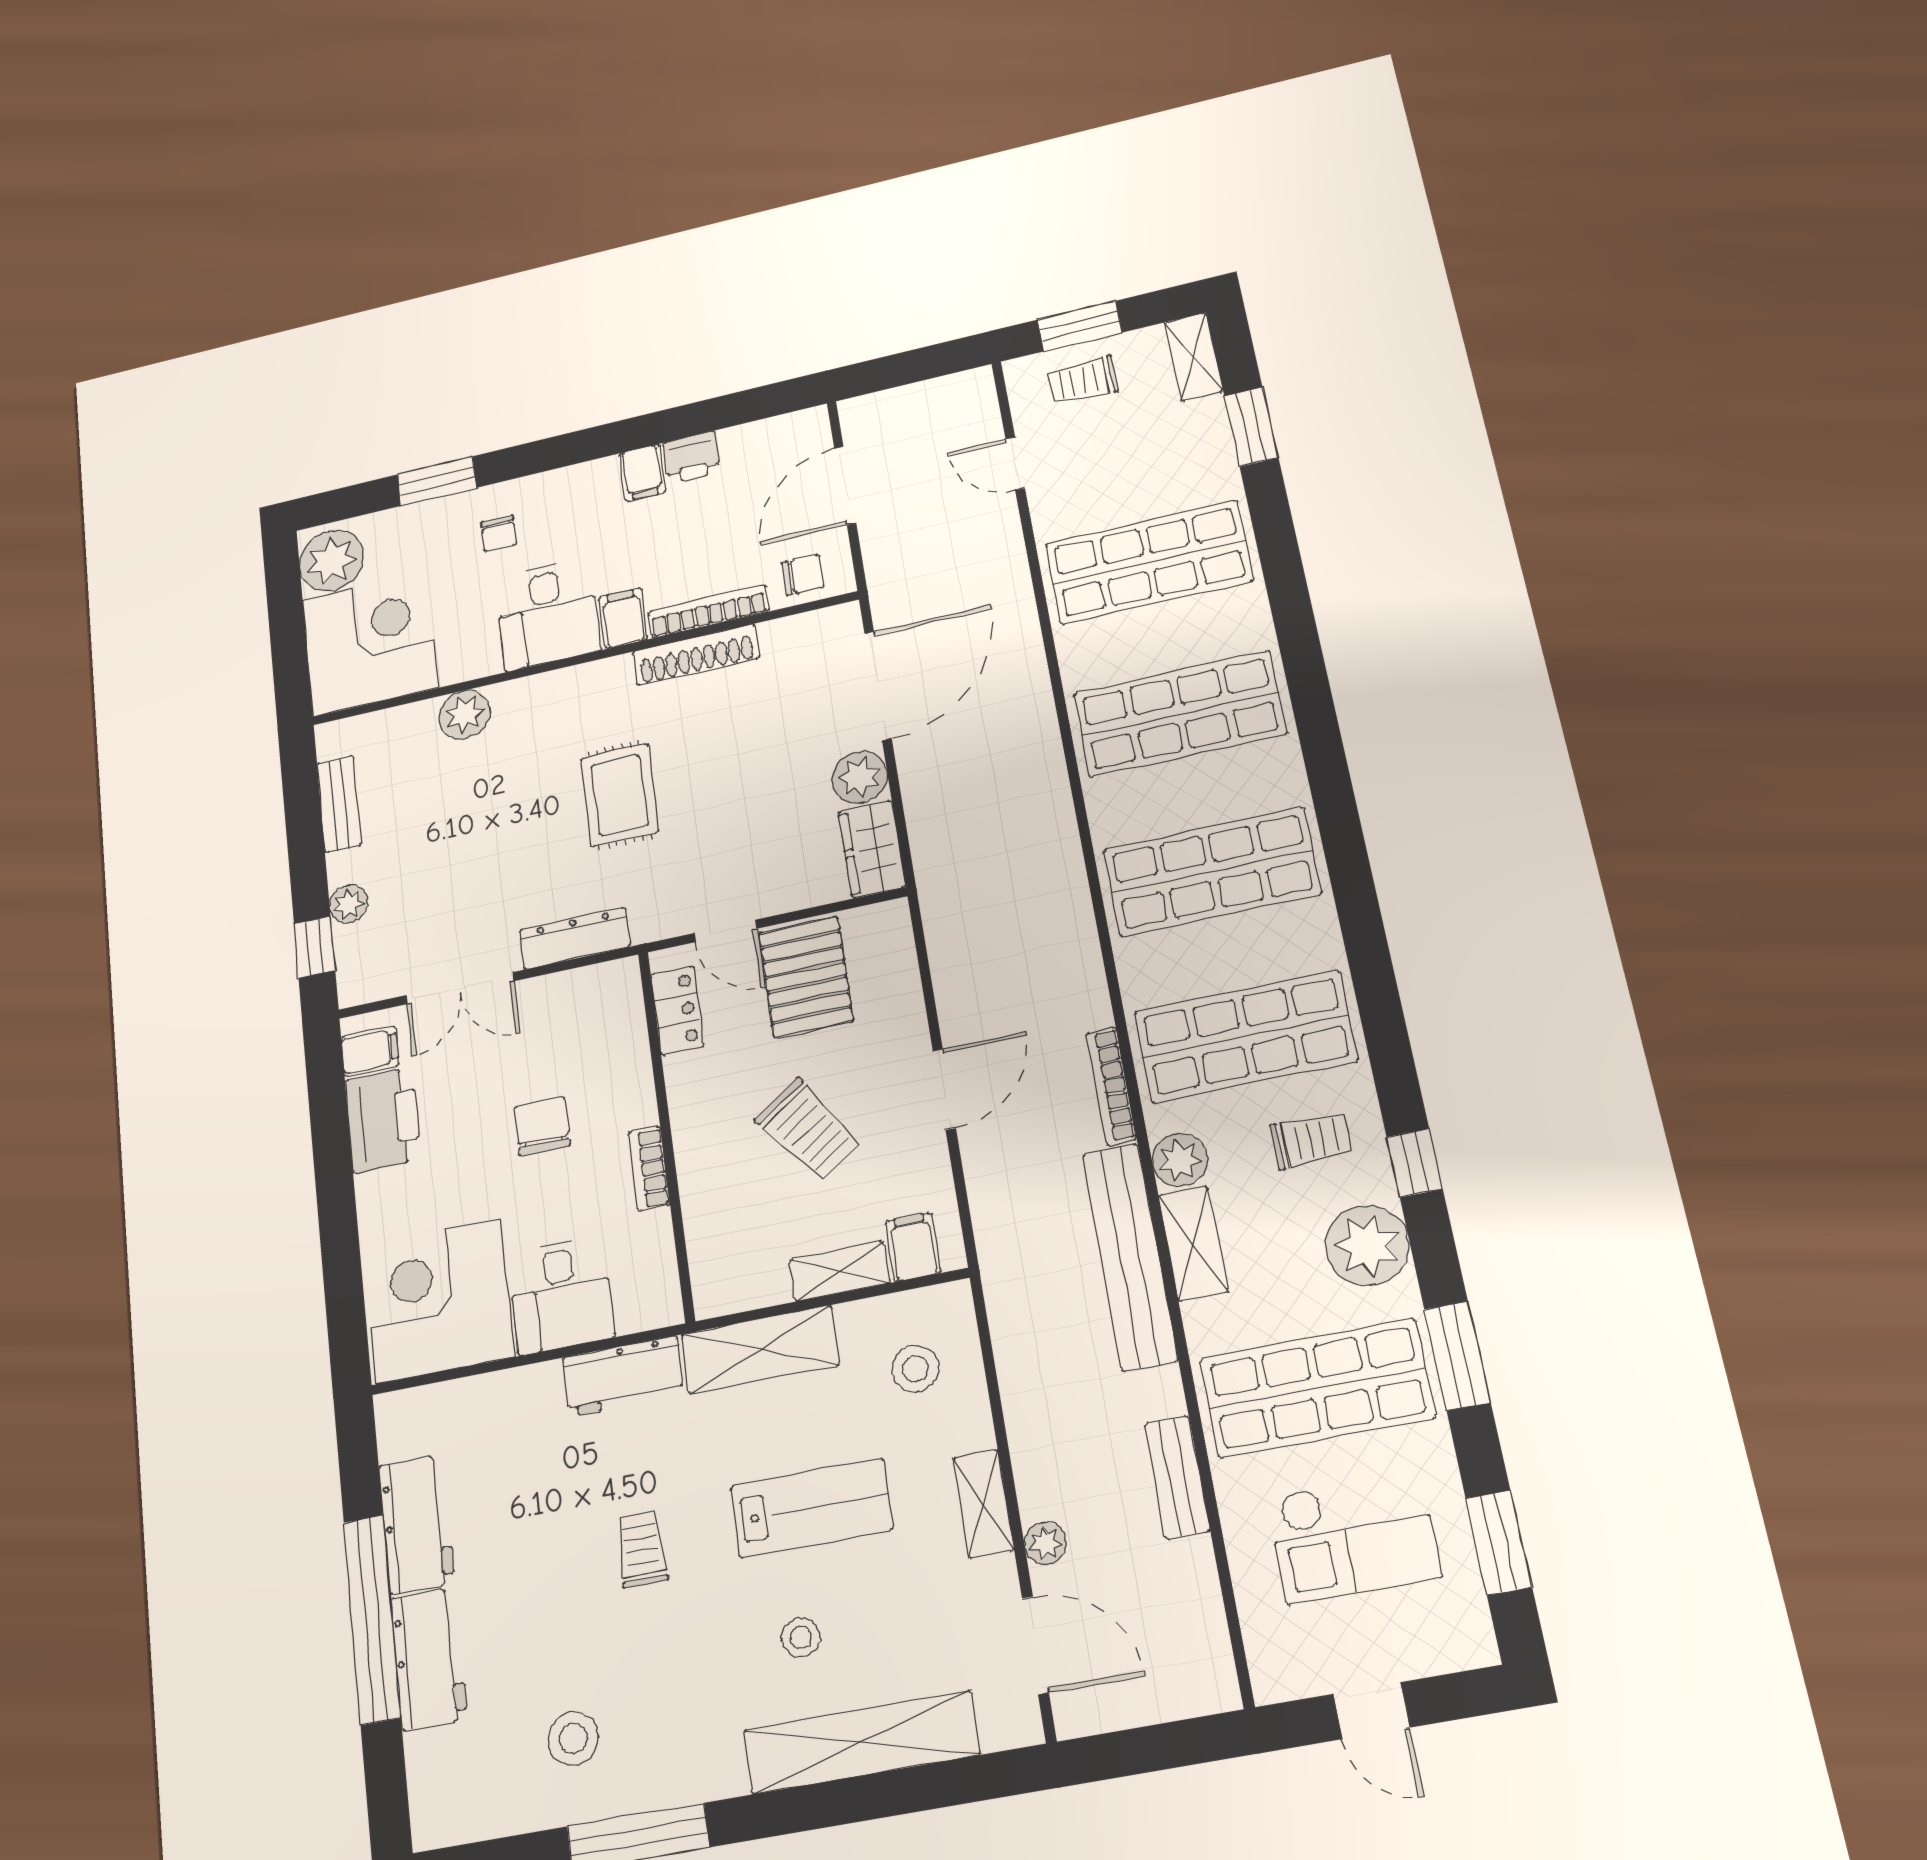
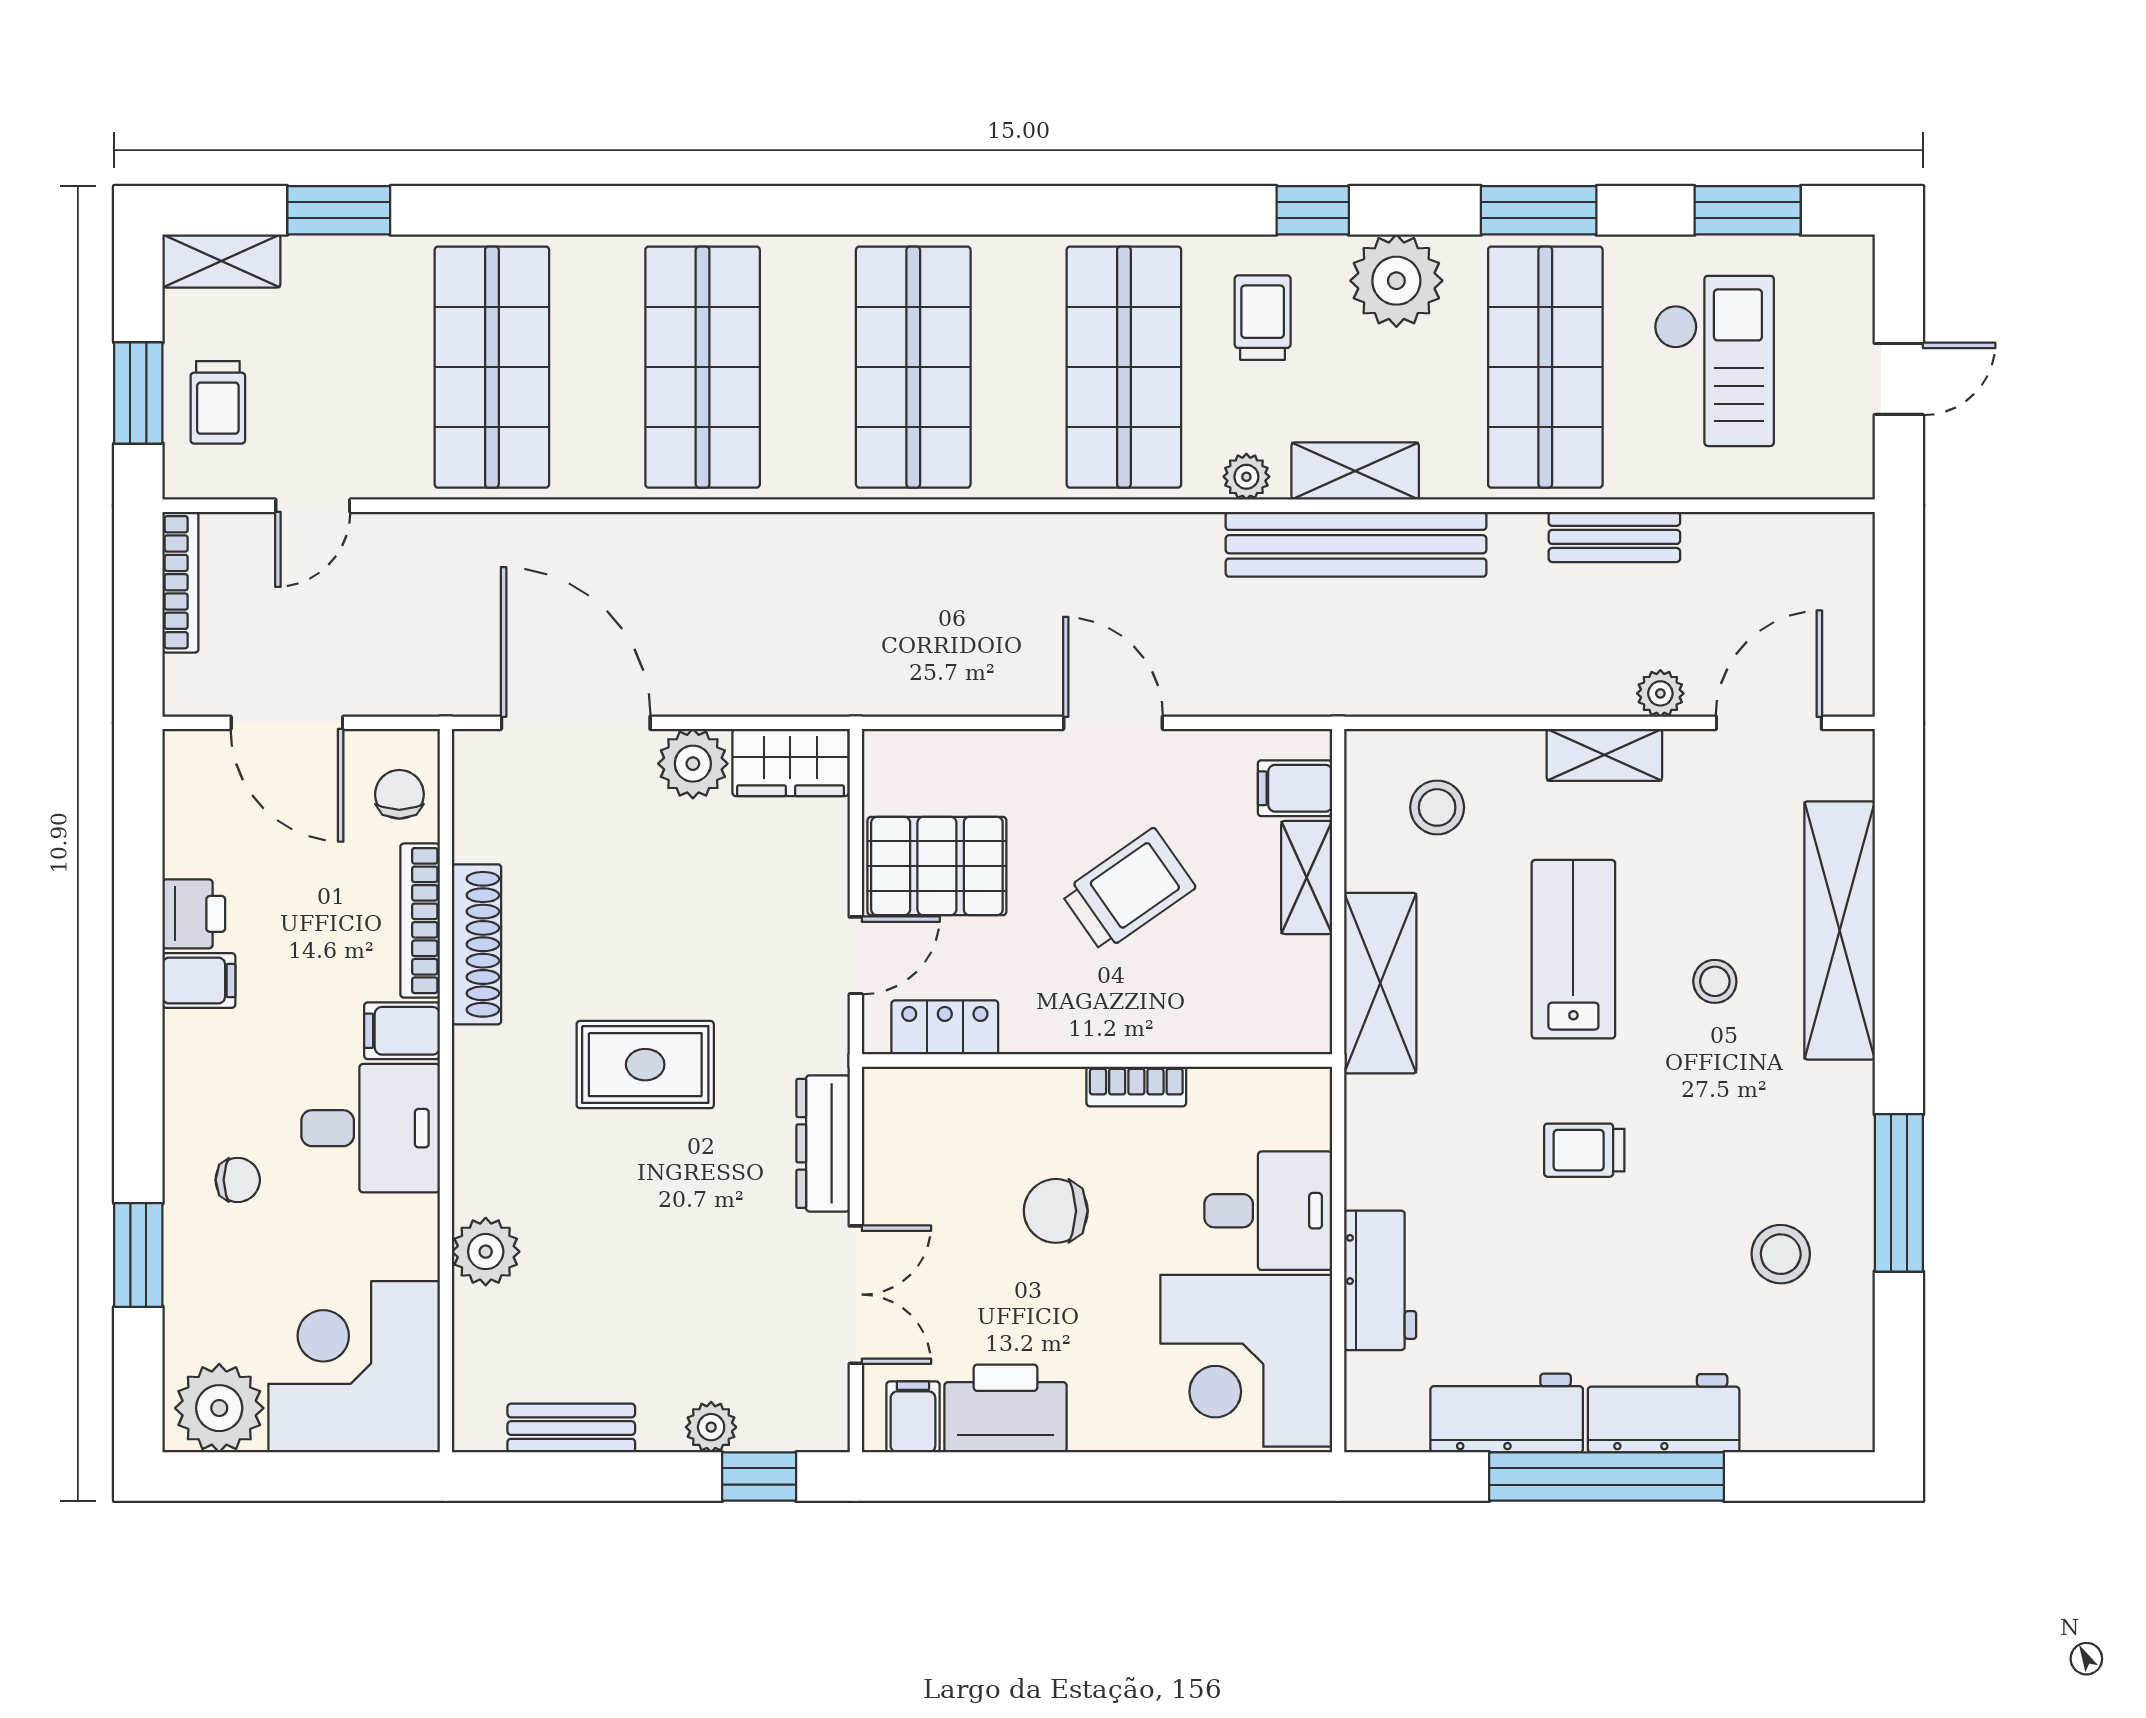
bookcase: (1111, 1086) -> (180, 582), moved, turned -90
plant: (1180, 1160) -> (1246, 477), width x0.73, depth x0.73
workbench: (623, 1376) -> (1380, 1280), moved

